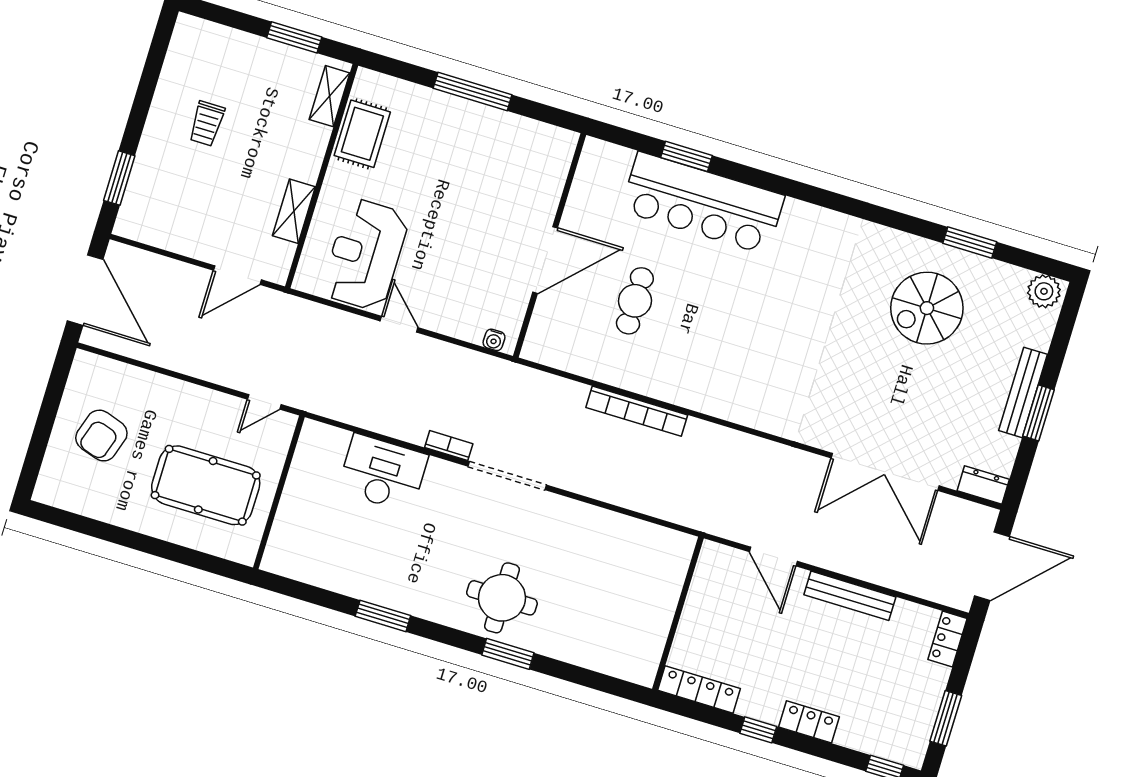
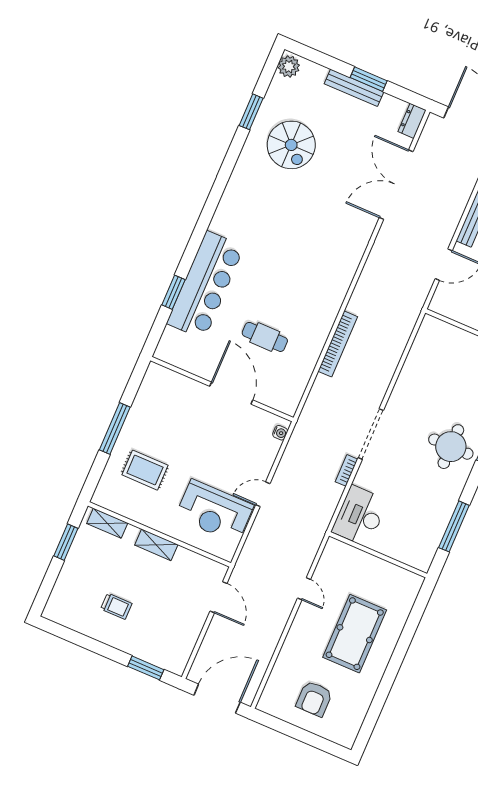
rug: (362, 134) -> (145, 470), moved
shelving: (294, 211) -> (156, 545), moved
armchair: (101, 436) -> (314, 699), turned 72
double door: (885, 472) -> (396, 185), swing flipped
wall: (279, 492) -> (378, 555), moved
window: (383, 616) -> (454, 526), width x1.44

